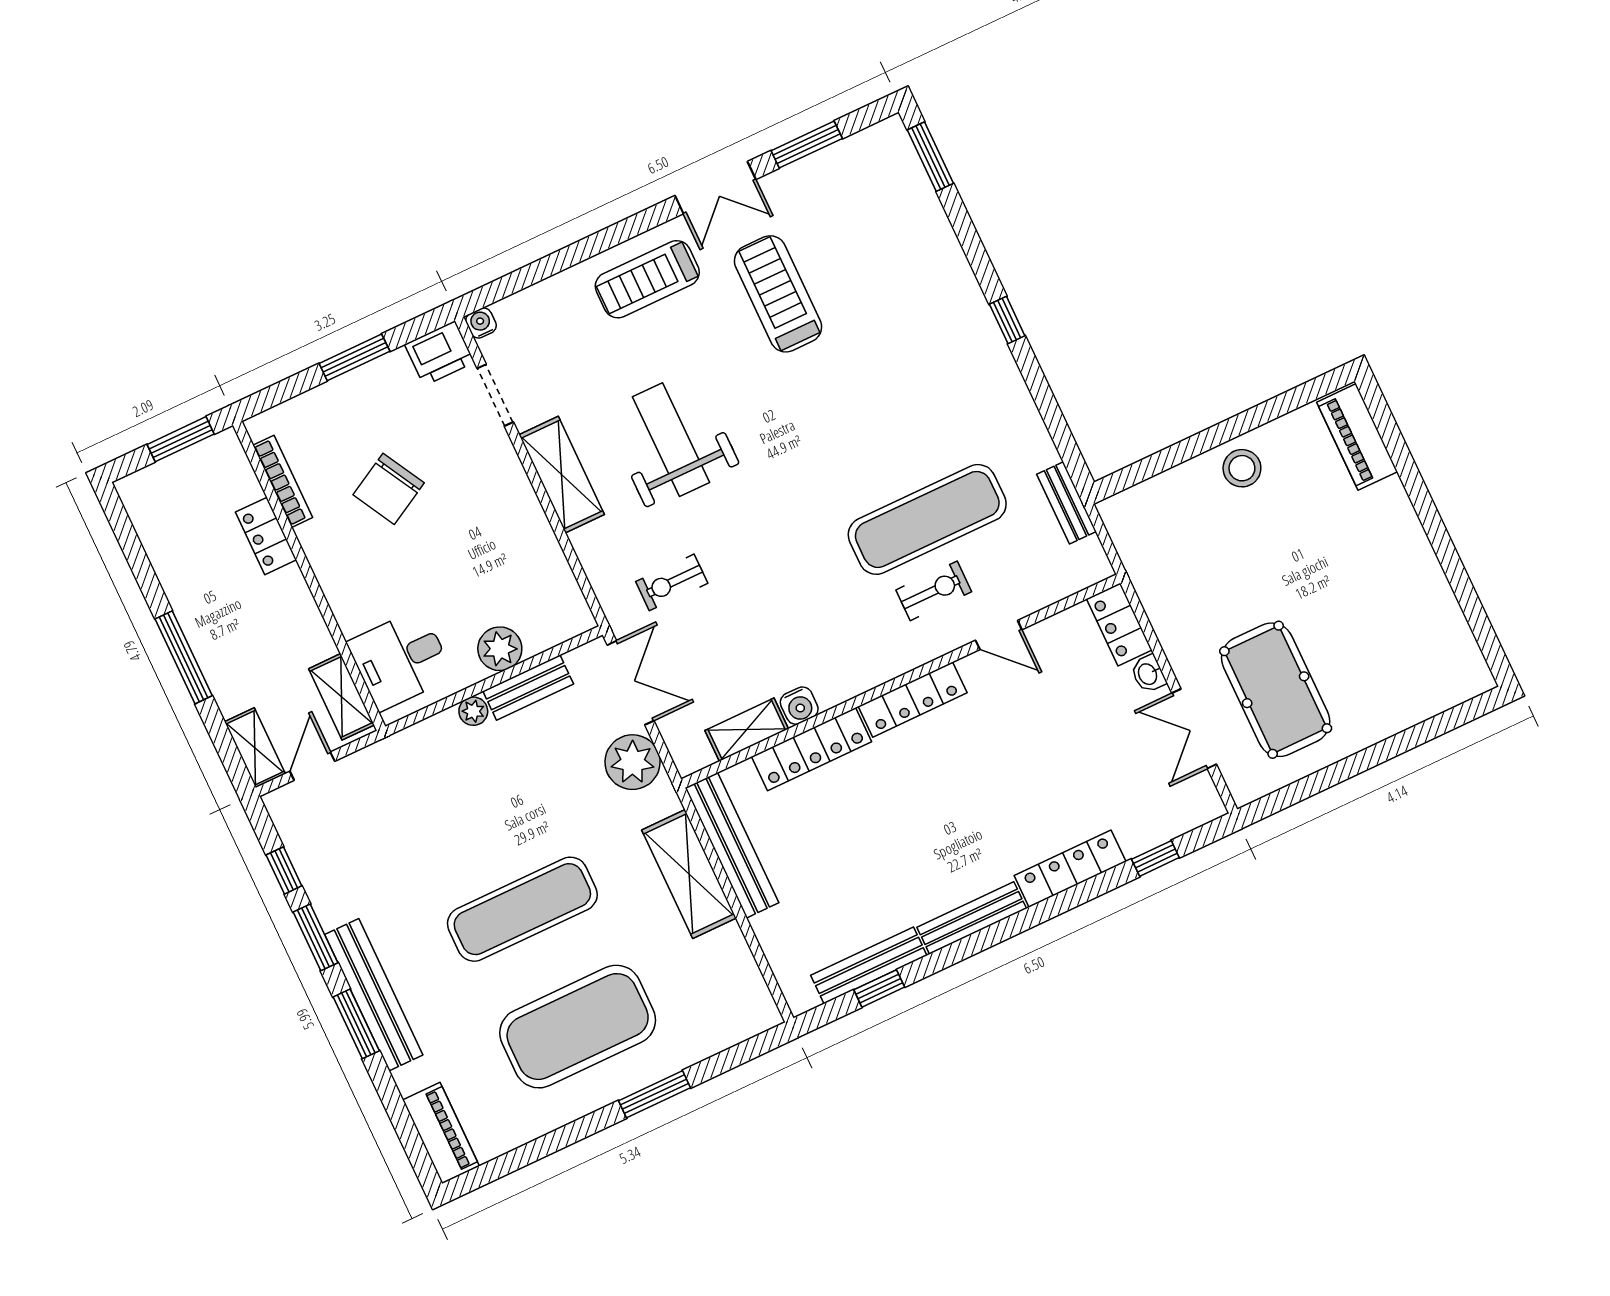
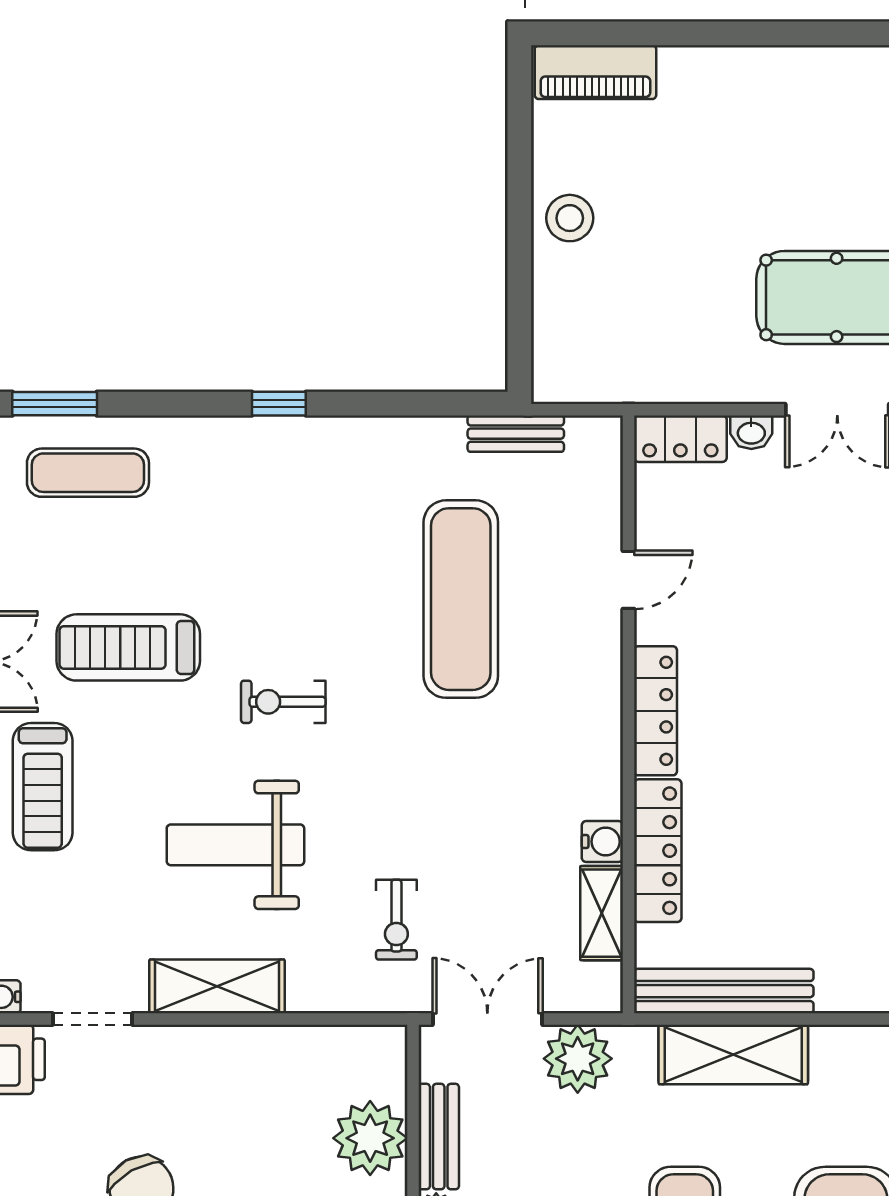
exercise mat: (891, 205) -> (88, 473), added
exercise bike: (934, 591) -> (283, 702), moved, turned -90
plant: (500, 649) -> (370, 1138), width x1.36, depth x1.36

